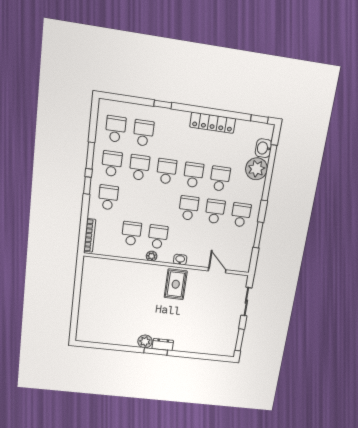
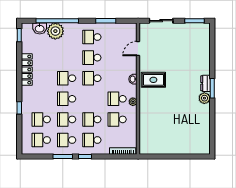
school desk: (220, 179) -> (92, 119), moved

